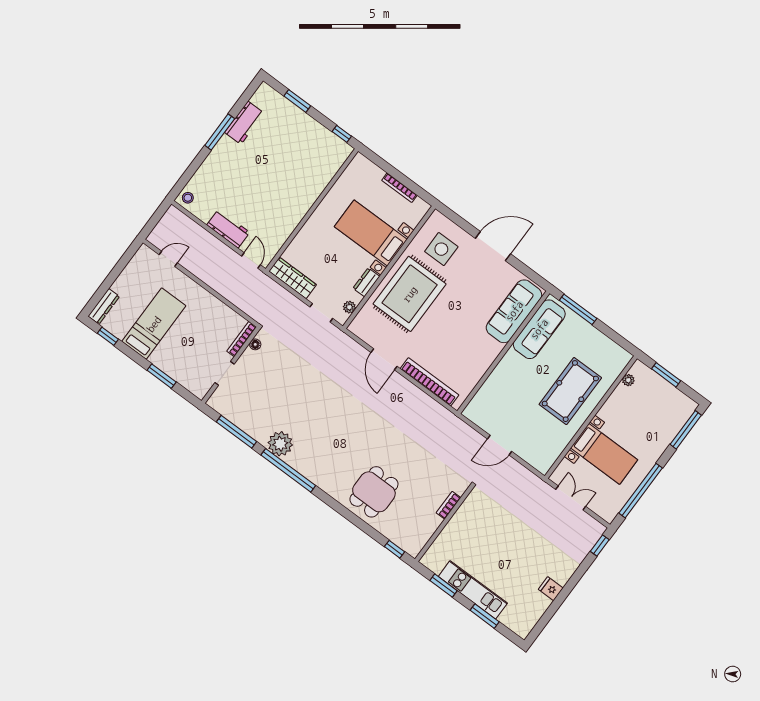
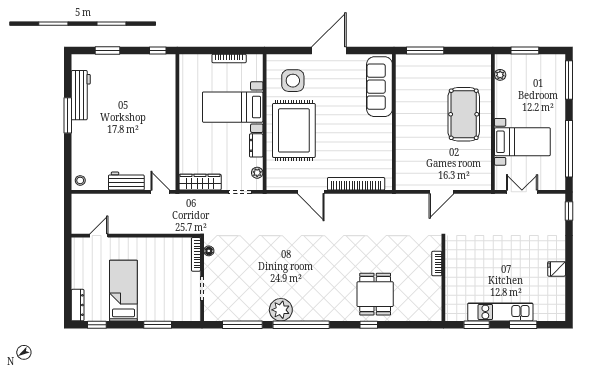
workbench: (244, 123) -> (81, 95), width x1.37
sofa: (539, 329) -> (408, 86), removed
window: (395, 549) -> (369, 325), moved

